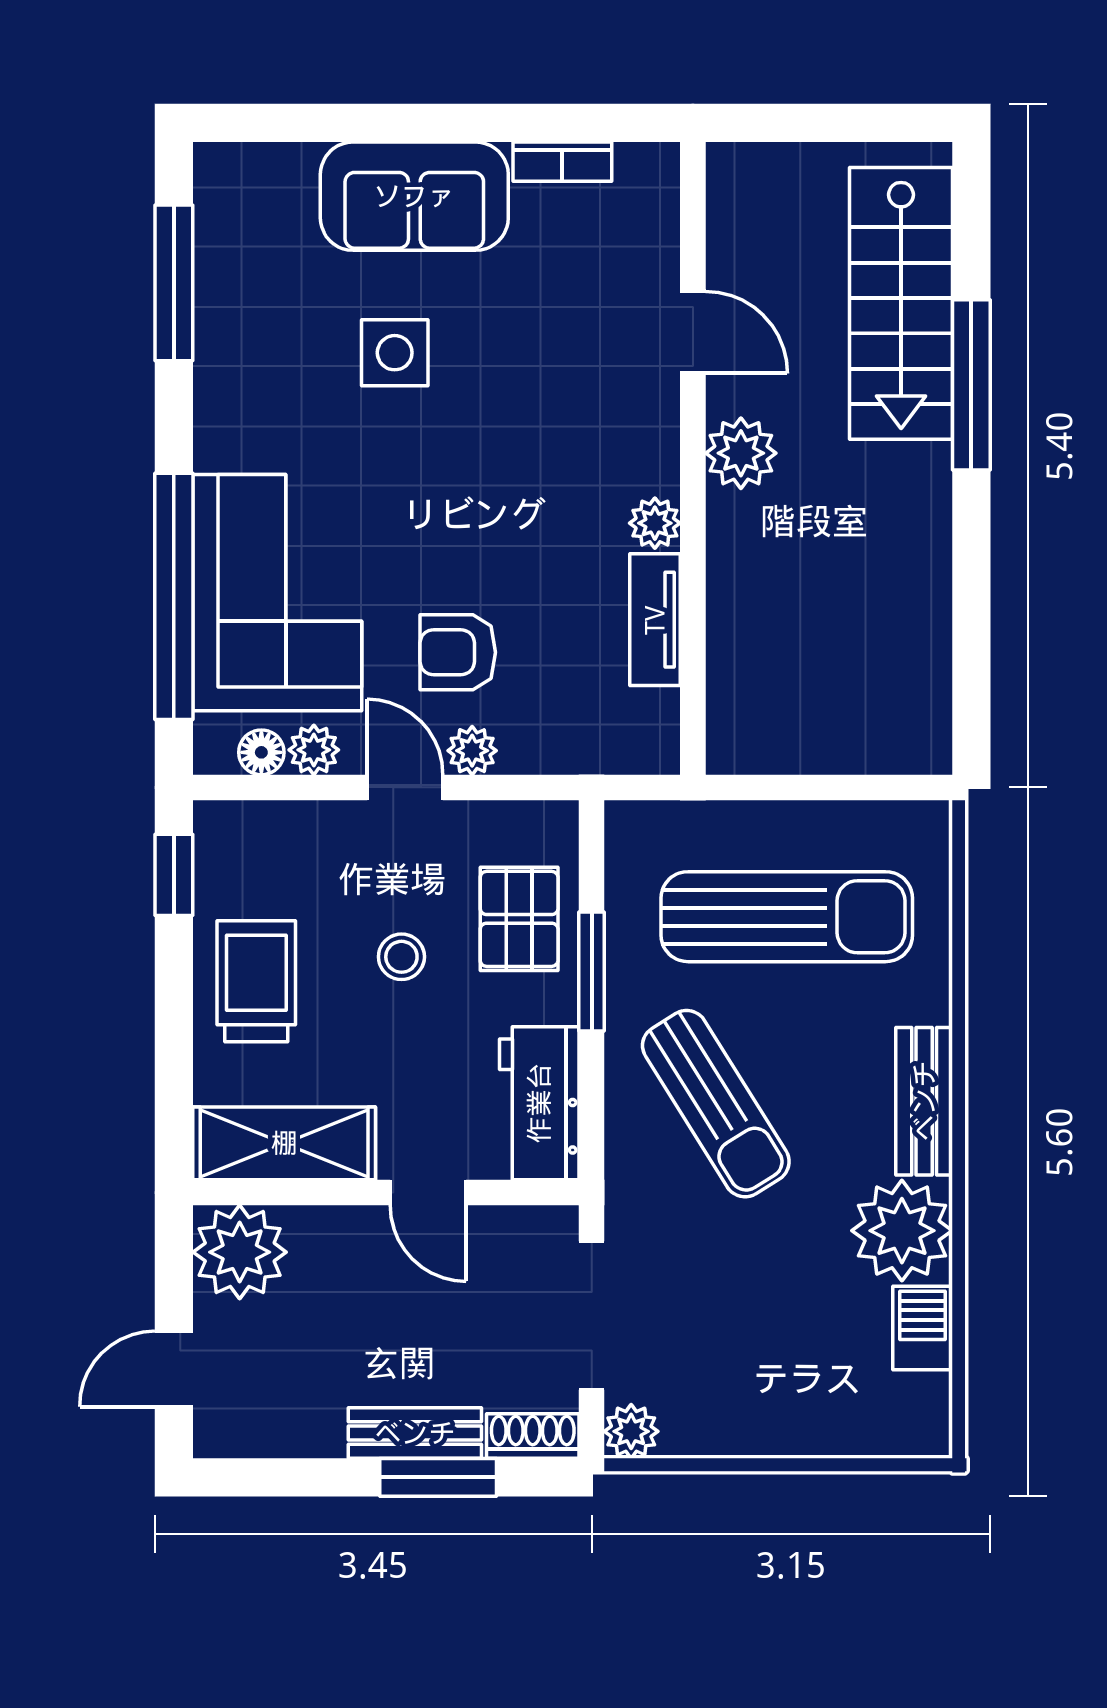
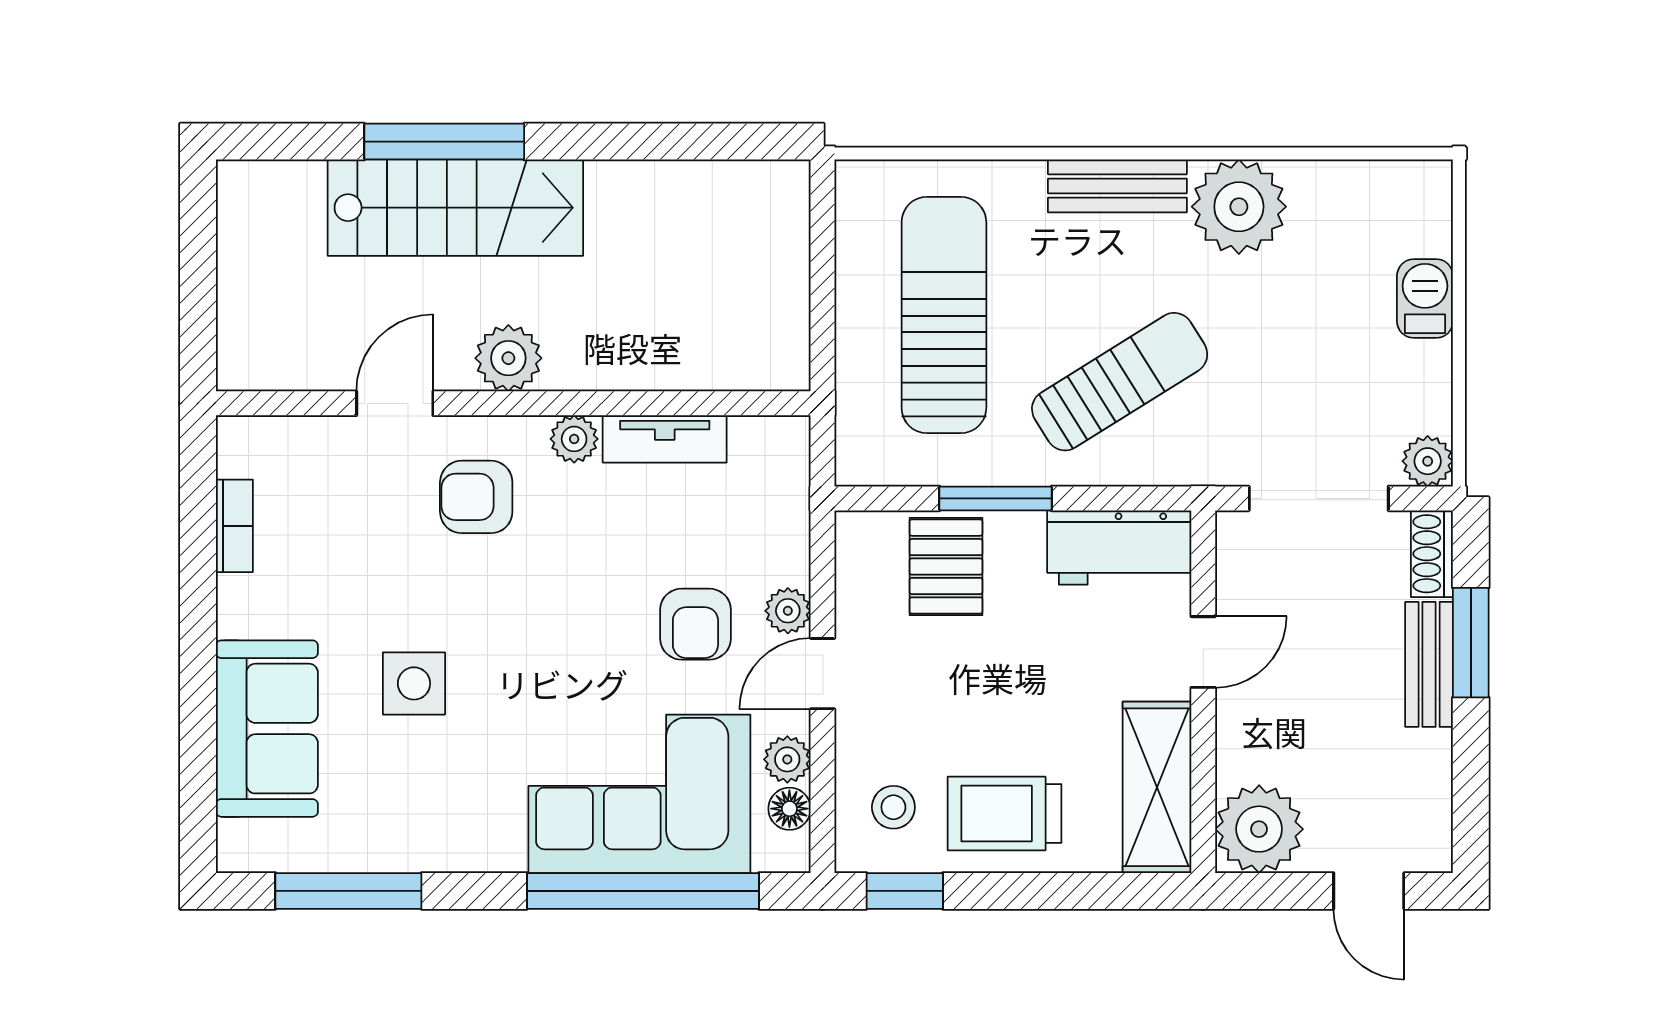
sofa: (414, 196) -> (267, 729), moved
stairs: (901, 303) -> (455, 208), moved
armchair: (593, 419) -> (476, 497), added
pallet: (519, 919) -> (946, 567), turned 90
stool: (401, 957) -> (893, 807), moved
barbecue: (923, 1328) -> (1425, 299), moved, turned 90

